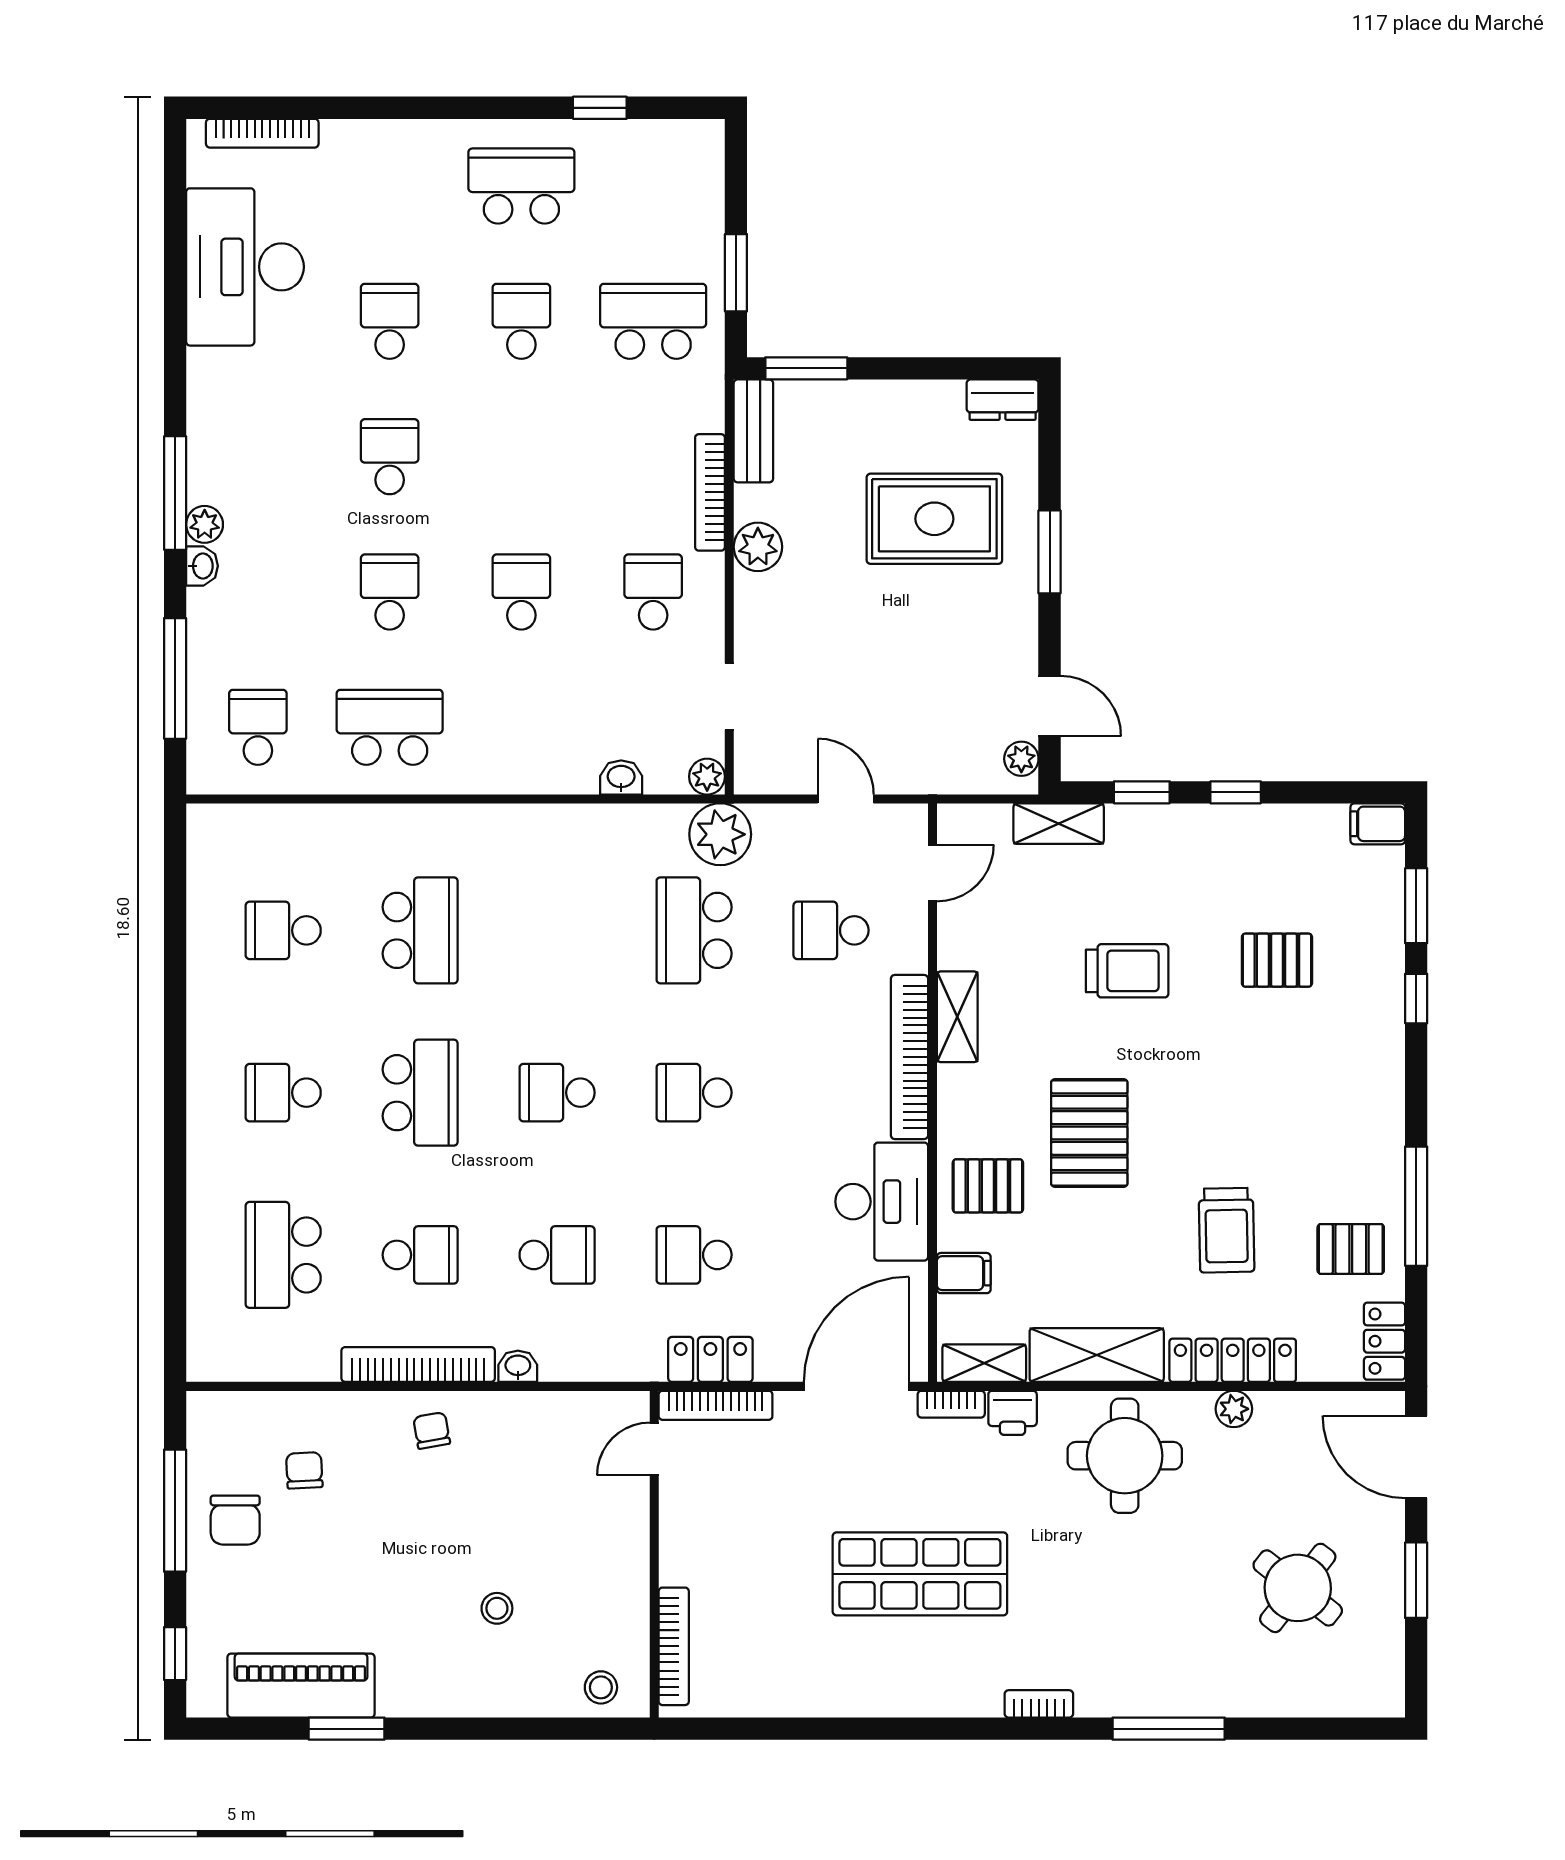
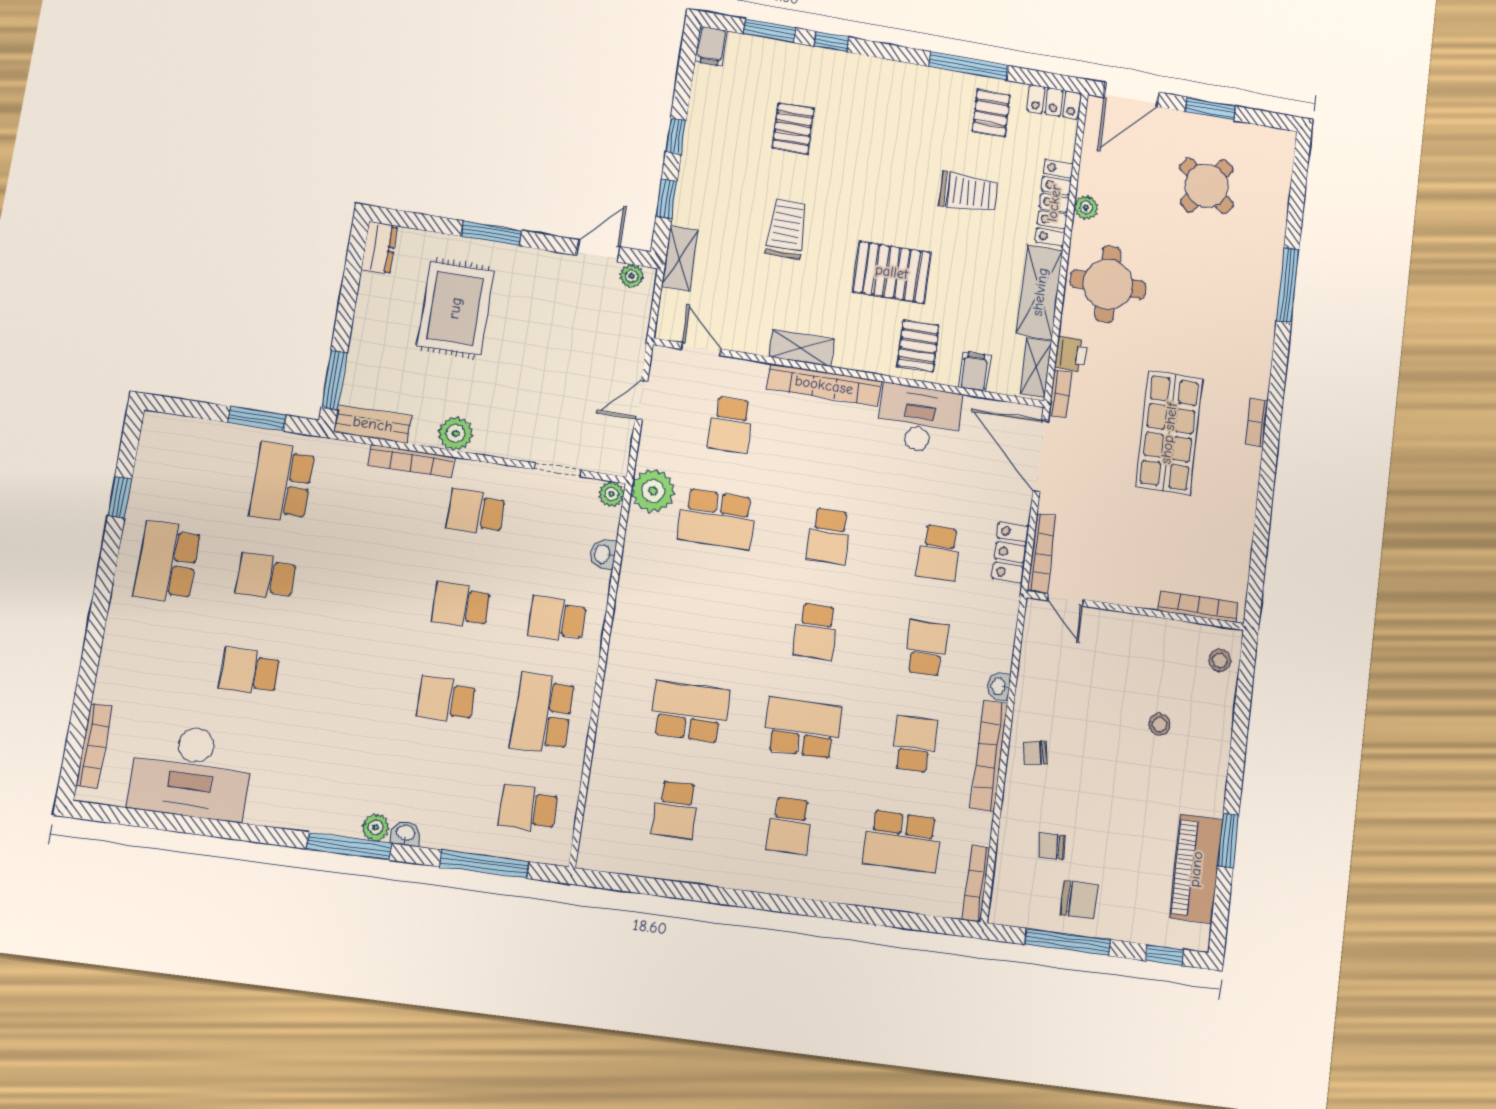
school desk: (390, 457) -> (557, 619), moved
bookcase: (238, 1369) -> (976, 884), added
bookcase: (1039, 1704) -> (1257, 423), moved

